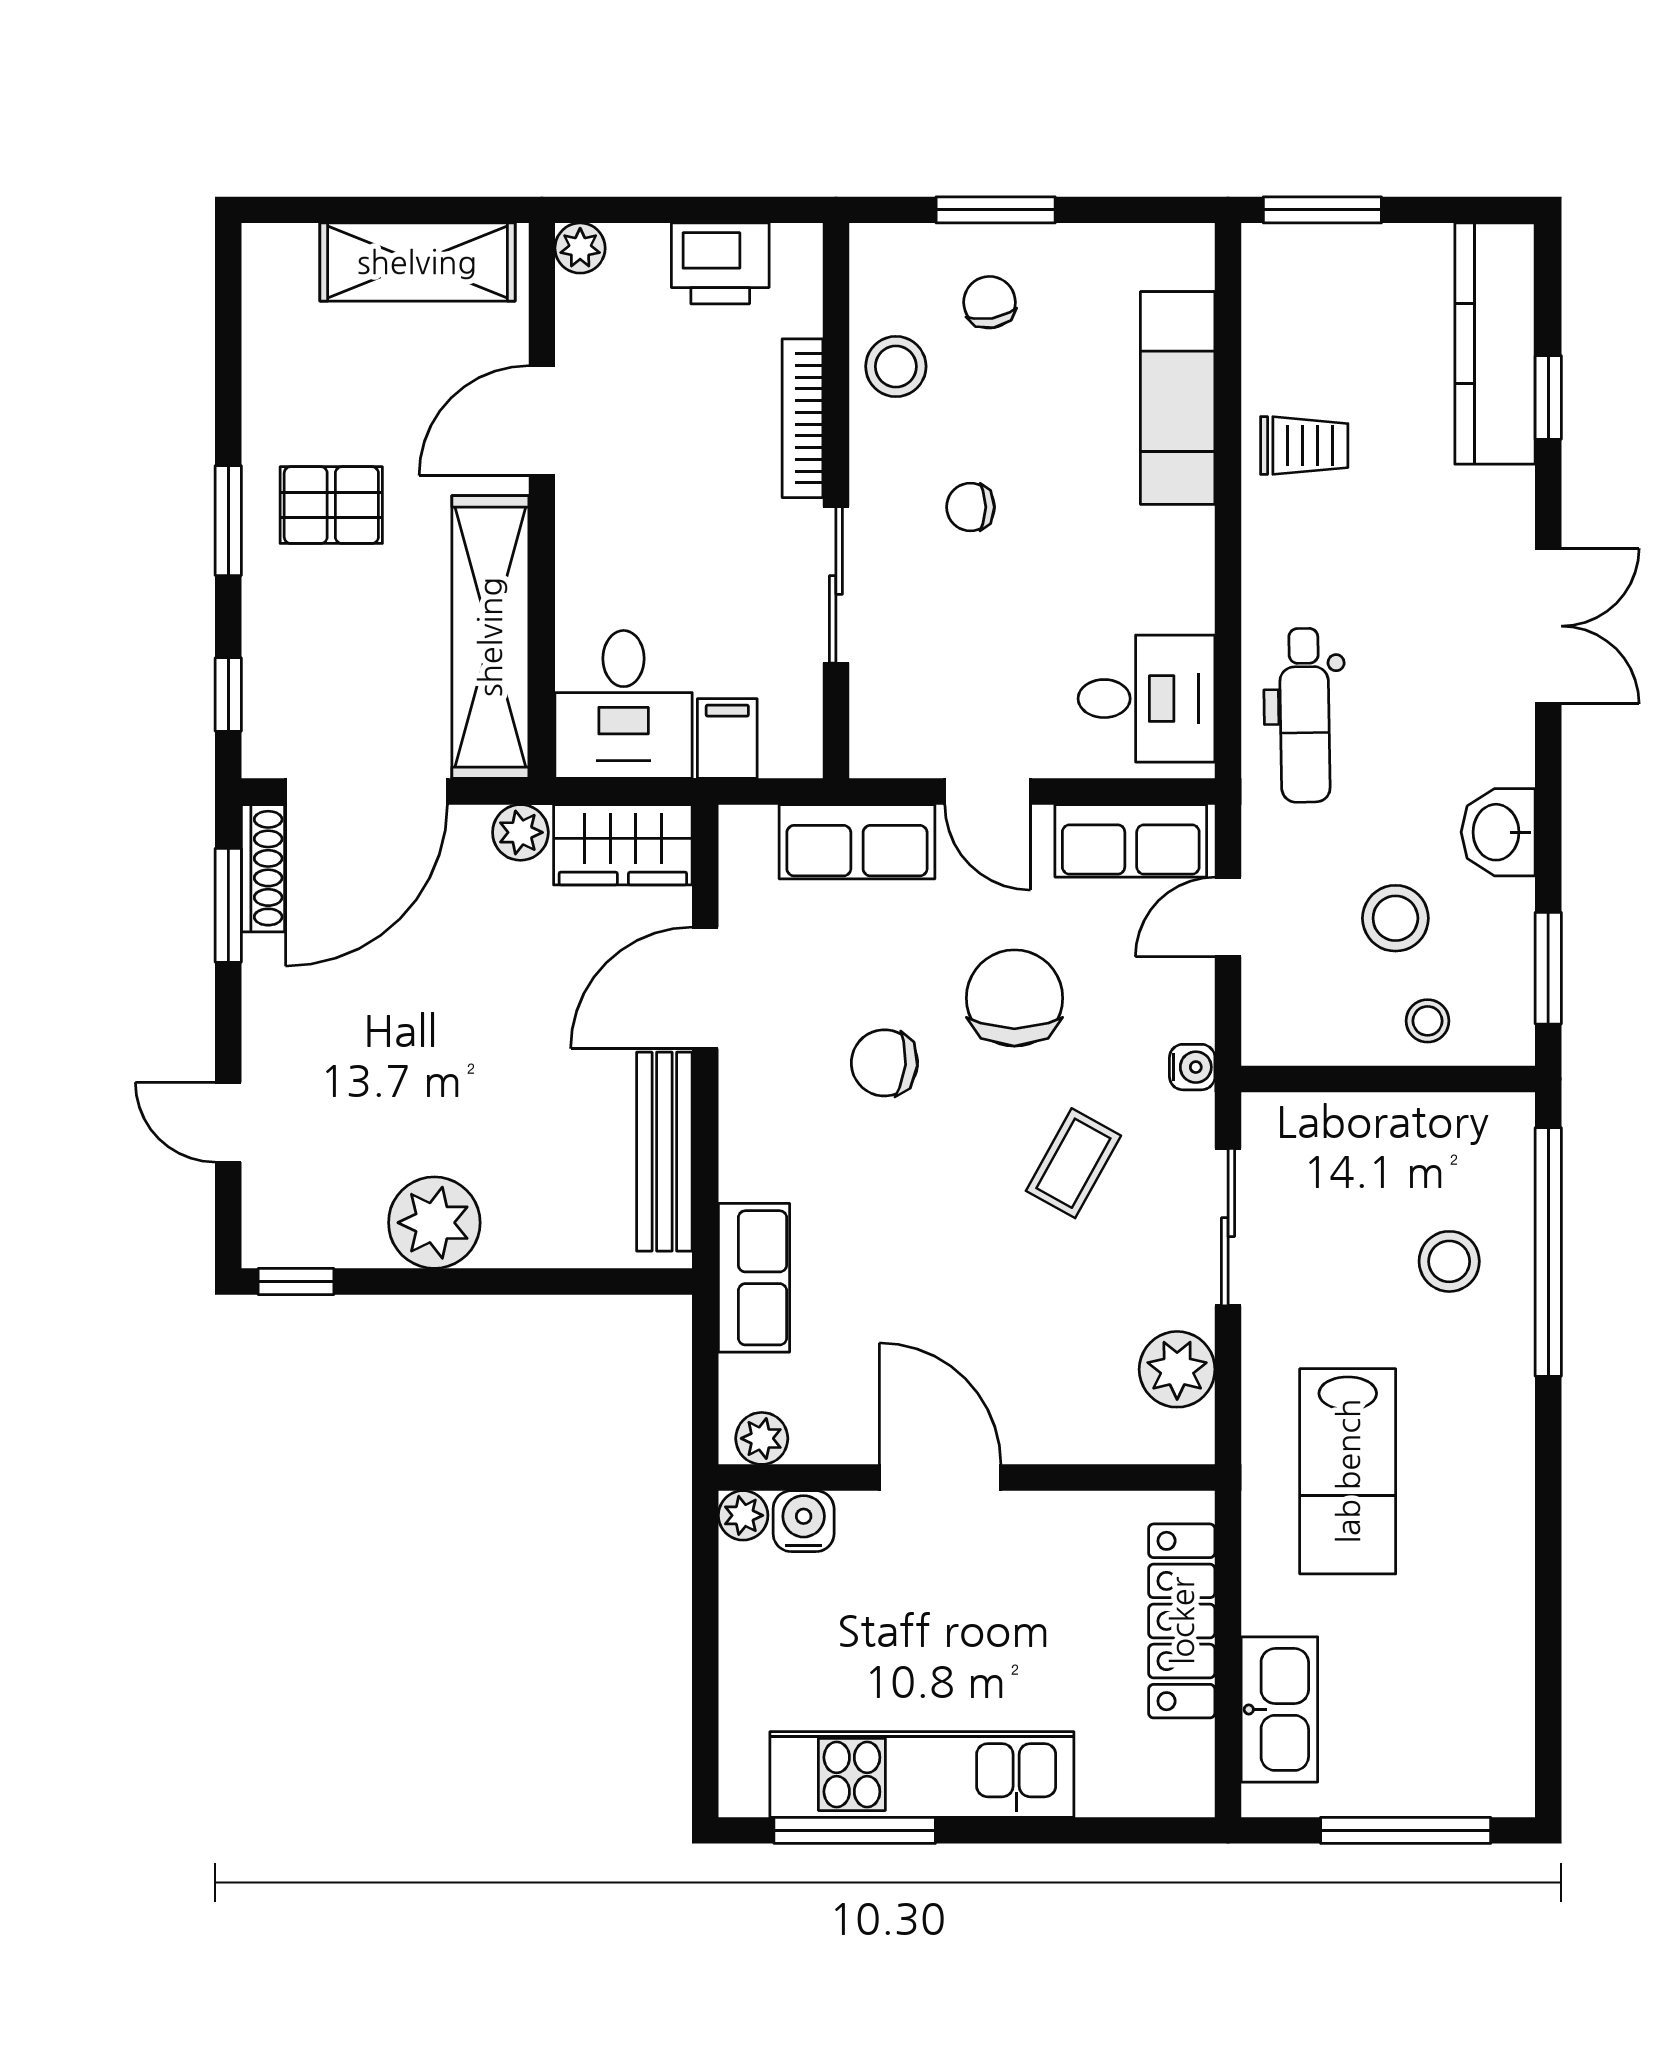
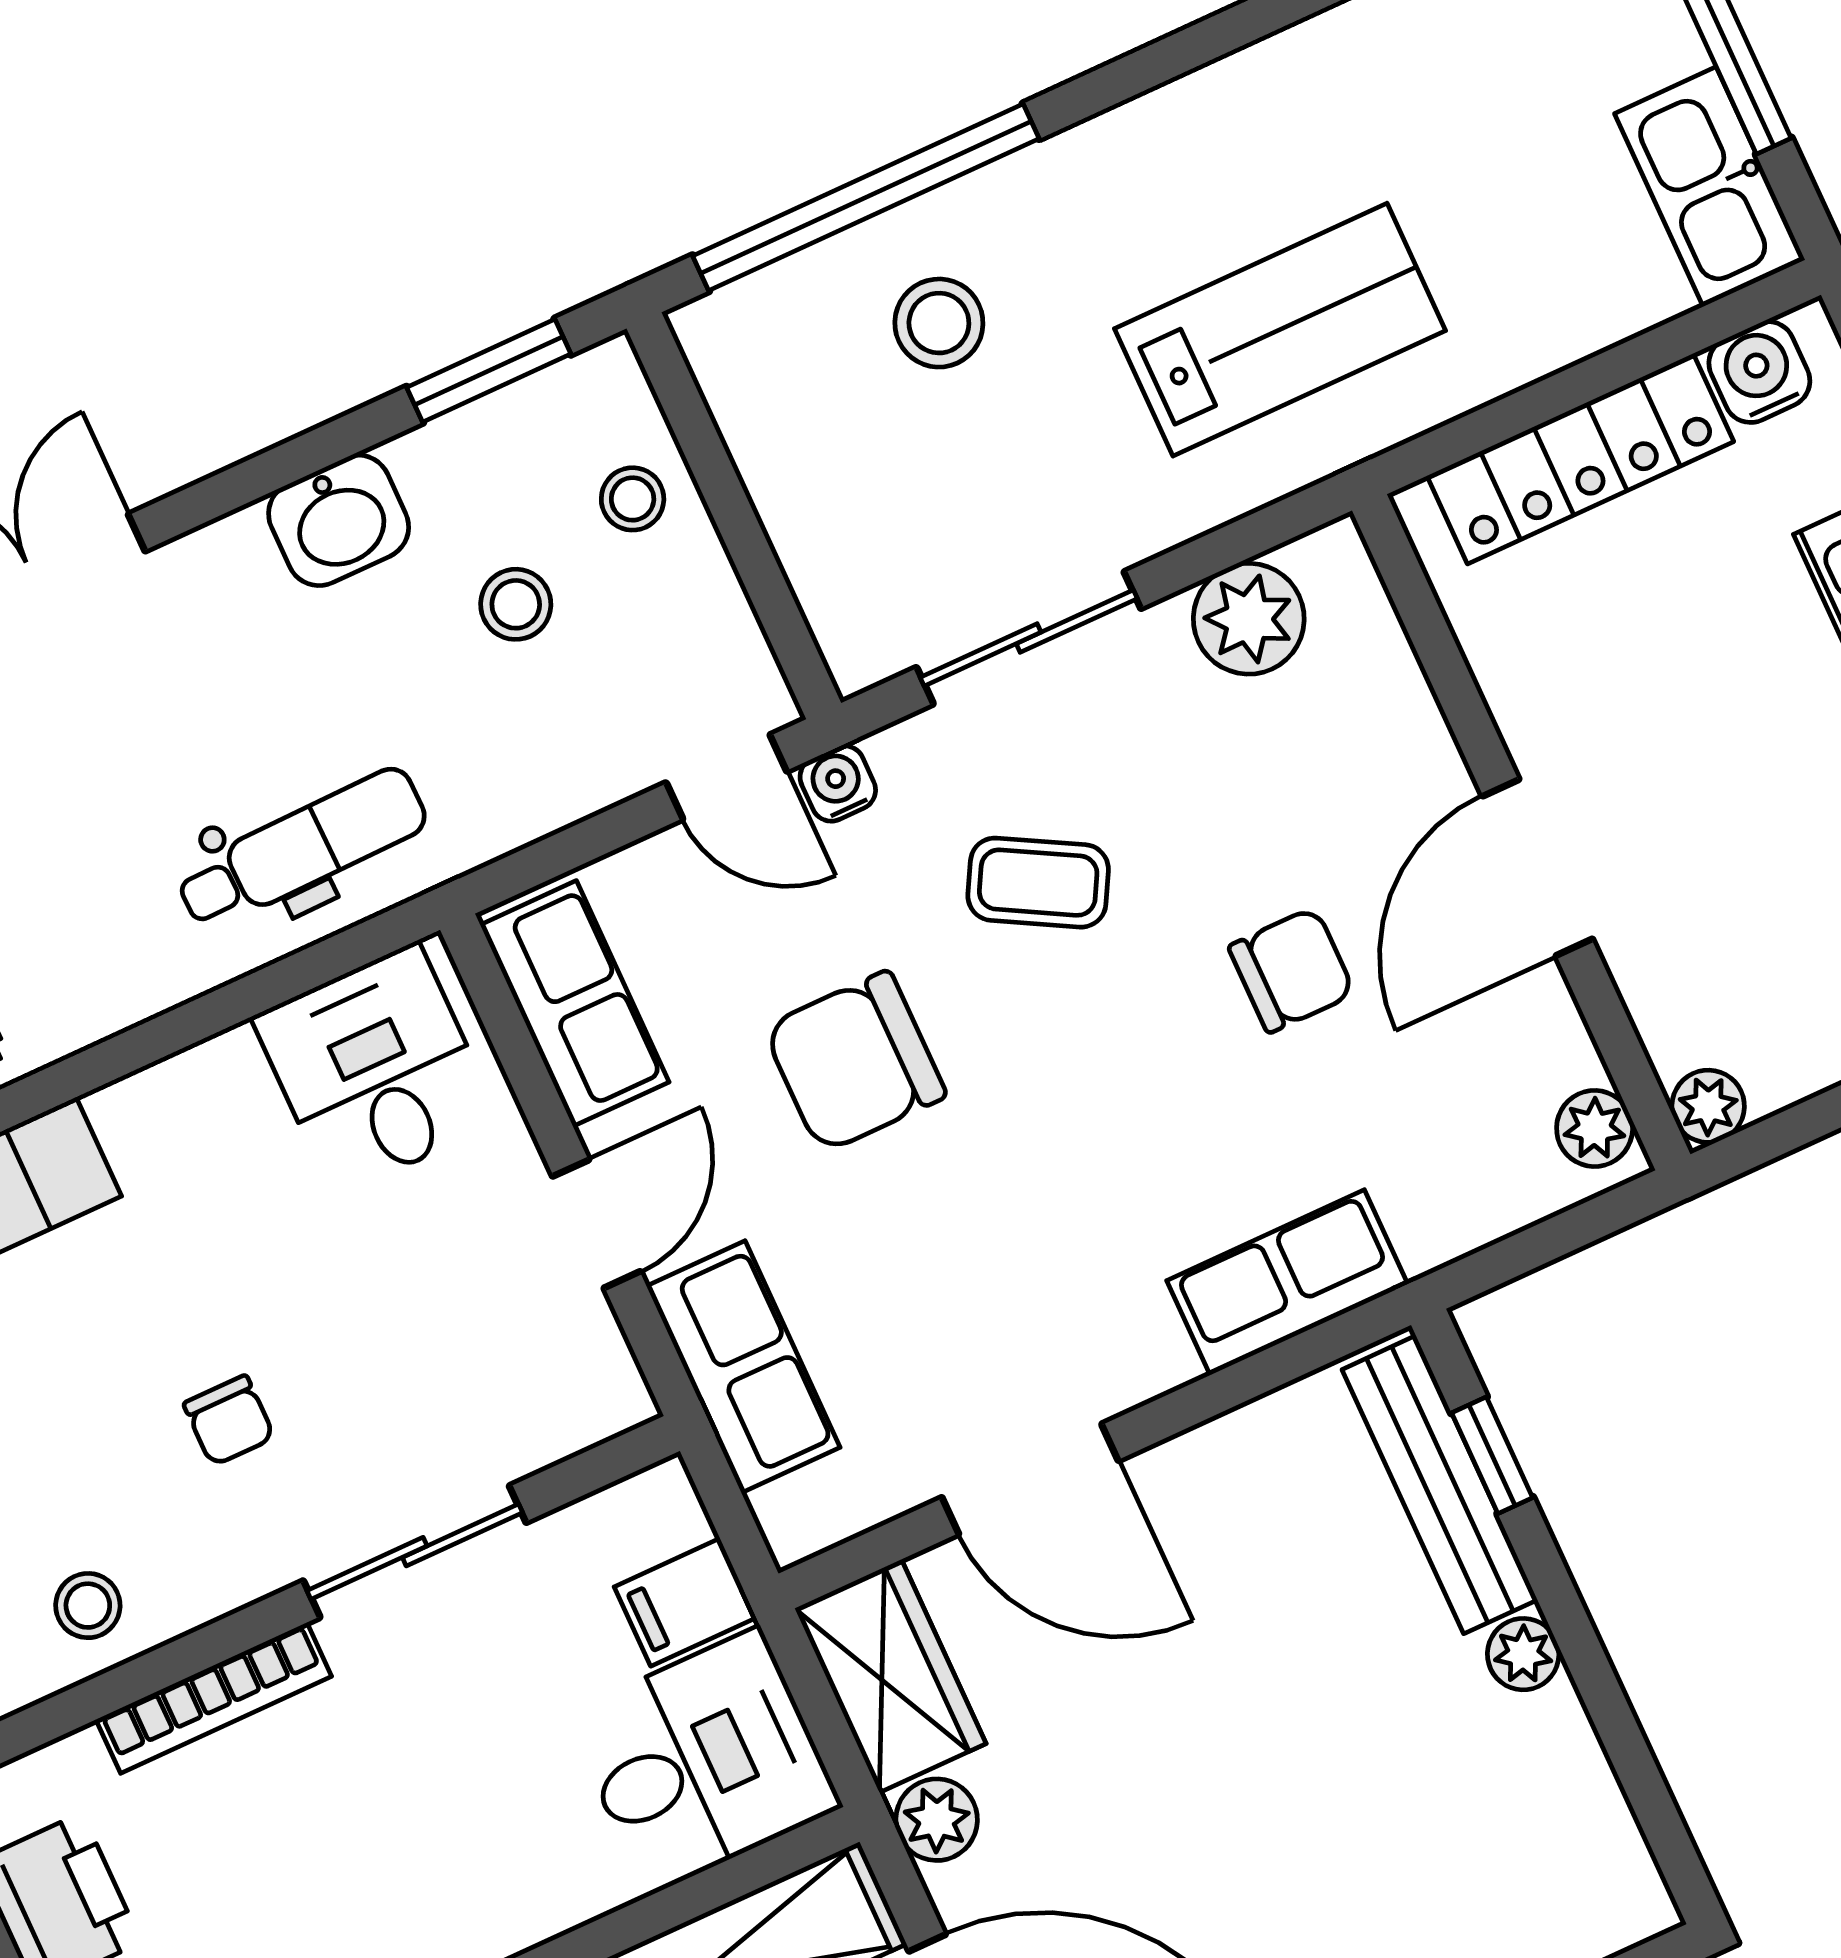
stool: (896, 366) -> (88, 1606), width x0.73, depth x0.73
door: (1228, 917) -> (726, 777), moved
stool: (1395, 918) -> (516, 604), width x0.73, depth x0.73
chair: (884, 1063) -> (1292, 970), moved, turned -95
bench: (664, 1152) -> (1440, 1485), moved, turned 90
plant: (434, 1223) -> (1523, 1654), width x0.53, depth x0.53
row of seats: (754, 1278) -> (1287, 1282), moved
window: (296, 1282) -> (1492, 1455), moved
water cooler: (804, 1521) -> (1759, 372), moved, turned 90
kitchen sink: (1279, 1709) -> (1710, 187), moved, turned -90

